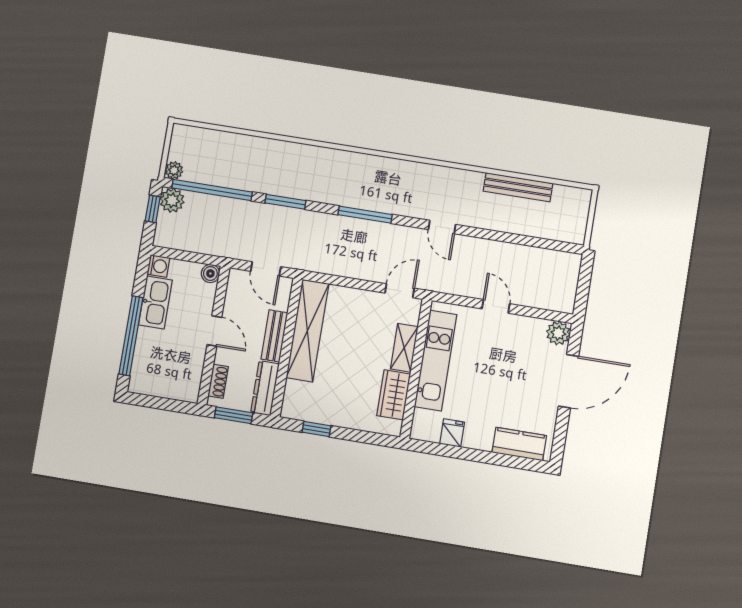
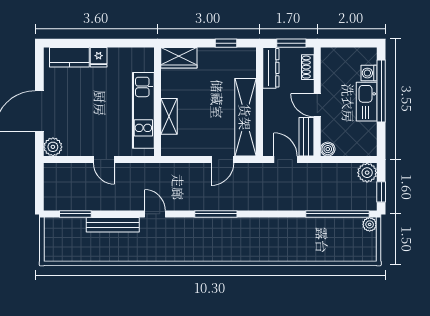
bench: (518, 187) -> (113, 225), moved
plant: (172, 200) -> (367, 173), moved
window: (285, 202) -> (75, 214), moved
washing machine: (158, 266) -> (369, 73), moved
door: (400, 291) -> (222, 160), moved
kitchen sink: (155, 303) -> (367, 102), moved
bench: (274, 336) -> (306, 137), moved
wardrobe: (394, 395) -> (179, 58), moved, turned 90
fridge: (452, 433) -> (99, 57), moved

